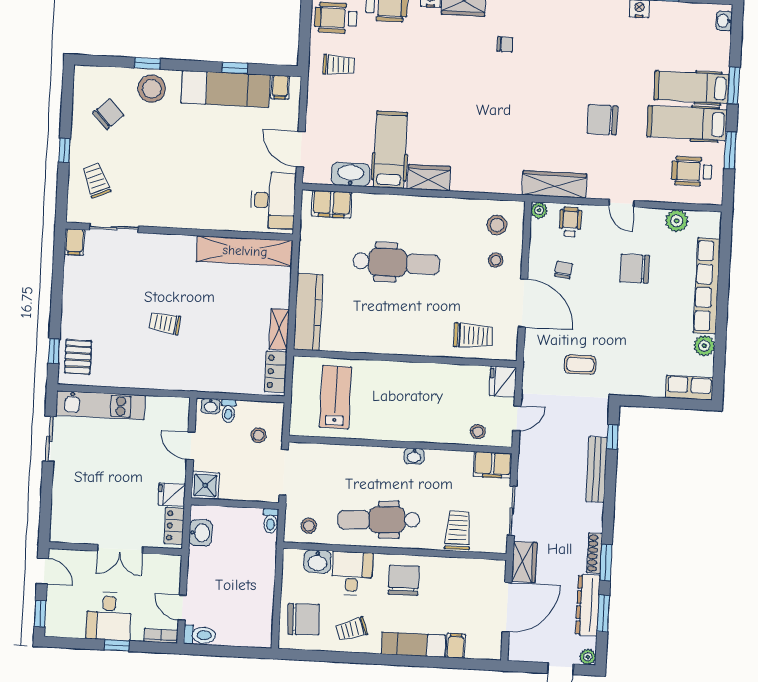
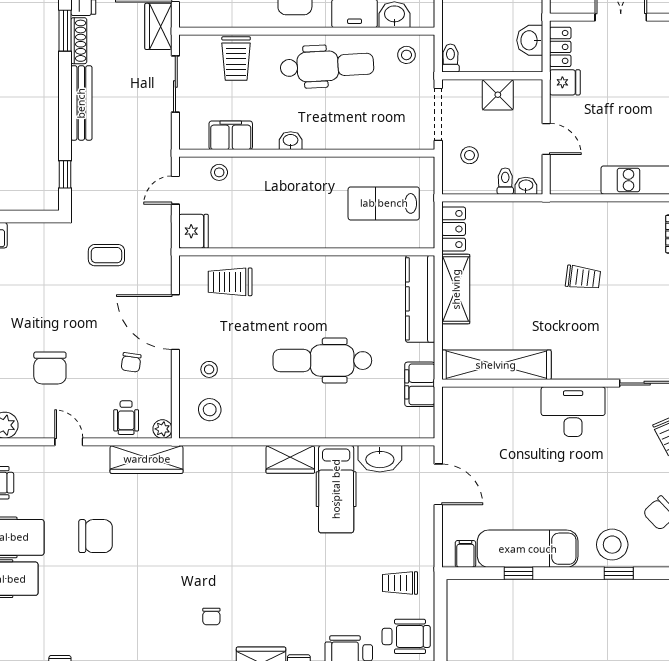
chair: (505, 44) -> (211, 617), turned -90
desk: (273, 201) -> (573, 412), moved, turned 90
filing cabinet: (332, 204) -> (420, 384), moved, turned -90
chair: (635, 269) -> (50, 368), turned 90
shelving: (279, 329) -> (456, 289), width x1.50, depth x1.33
lab bench: (336, 397) -> (384, 203), turned 90
filing cabinet: (493, 465) -> (231, 135), moved
bench: (597, 470) -> (81, 103), moved
shower: (205, 485) -> (498, 95), moved

